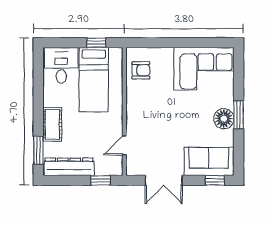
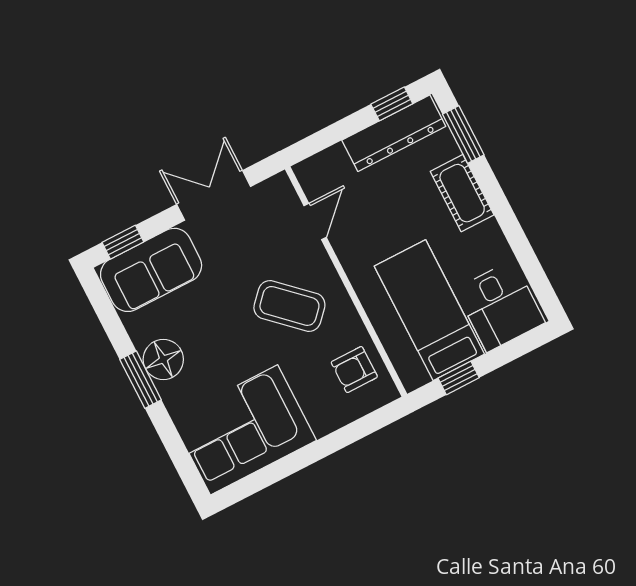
coffee table: (155, 114) -> (289, 306), added
window: (101, 180) -> (392, 104), moved

